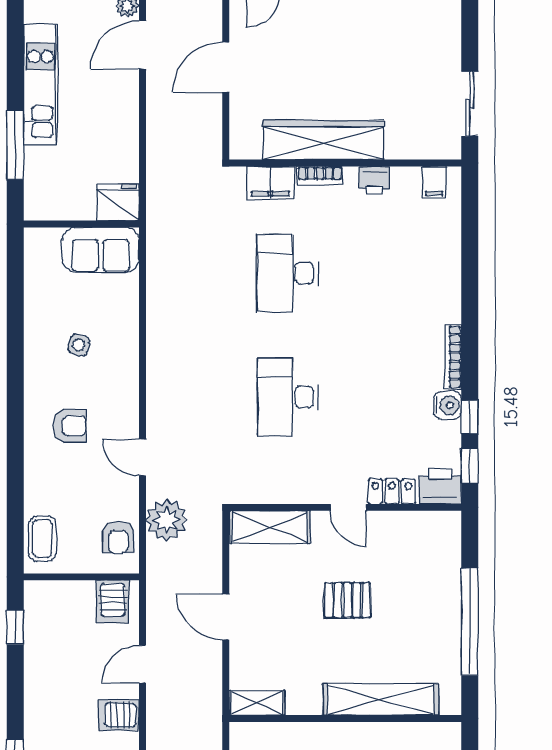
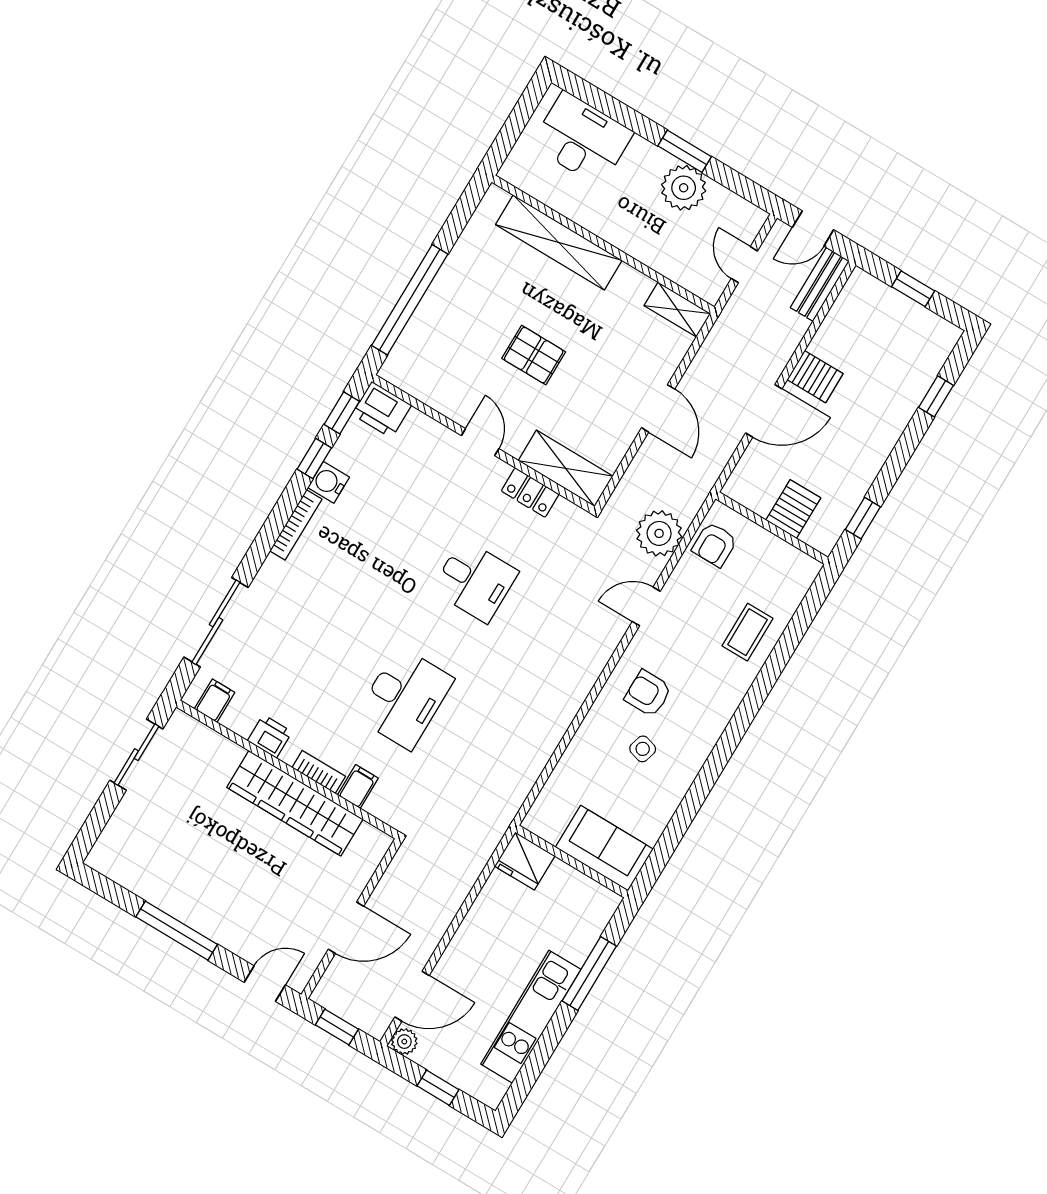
filing cabinet: (270, 182) -> (358, 787), width x0.50
sliding door: (470, 244) -> (216, 622), added
sofa: (101, 250) -> (604, 848), moved
desk: (288, 397) -> (475, 581), width x0.73
armchair: (70, 426) -> (648, 693), moved
door: (142, 457) -> (646, 606), swing flipped
locker: (392, 492) -> (530, 493), moved
armchair: (118, 537) -> (715, 545), turned 180
coffee table: (42, 539) -> (747, 632), moved
server rack: (113, 602) -> (793, 509), moved
window: (470, 622) -> (410, 300), moved
door: (142, 664) -> (764, 411), width x1.38

